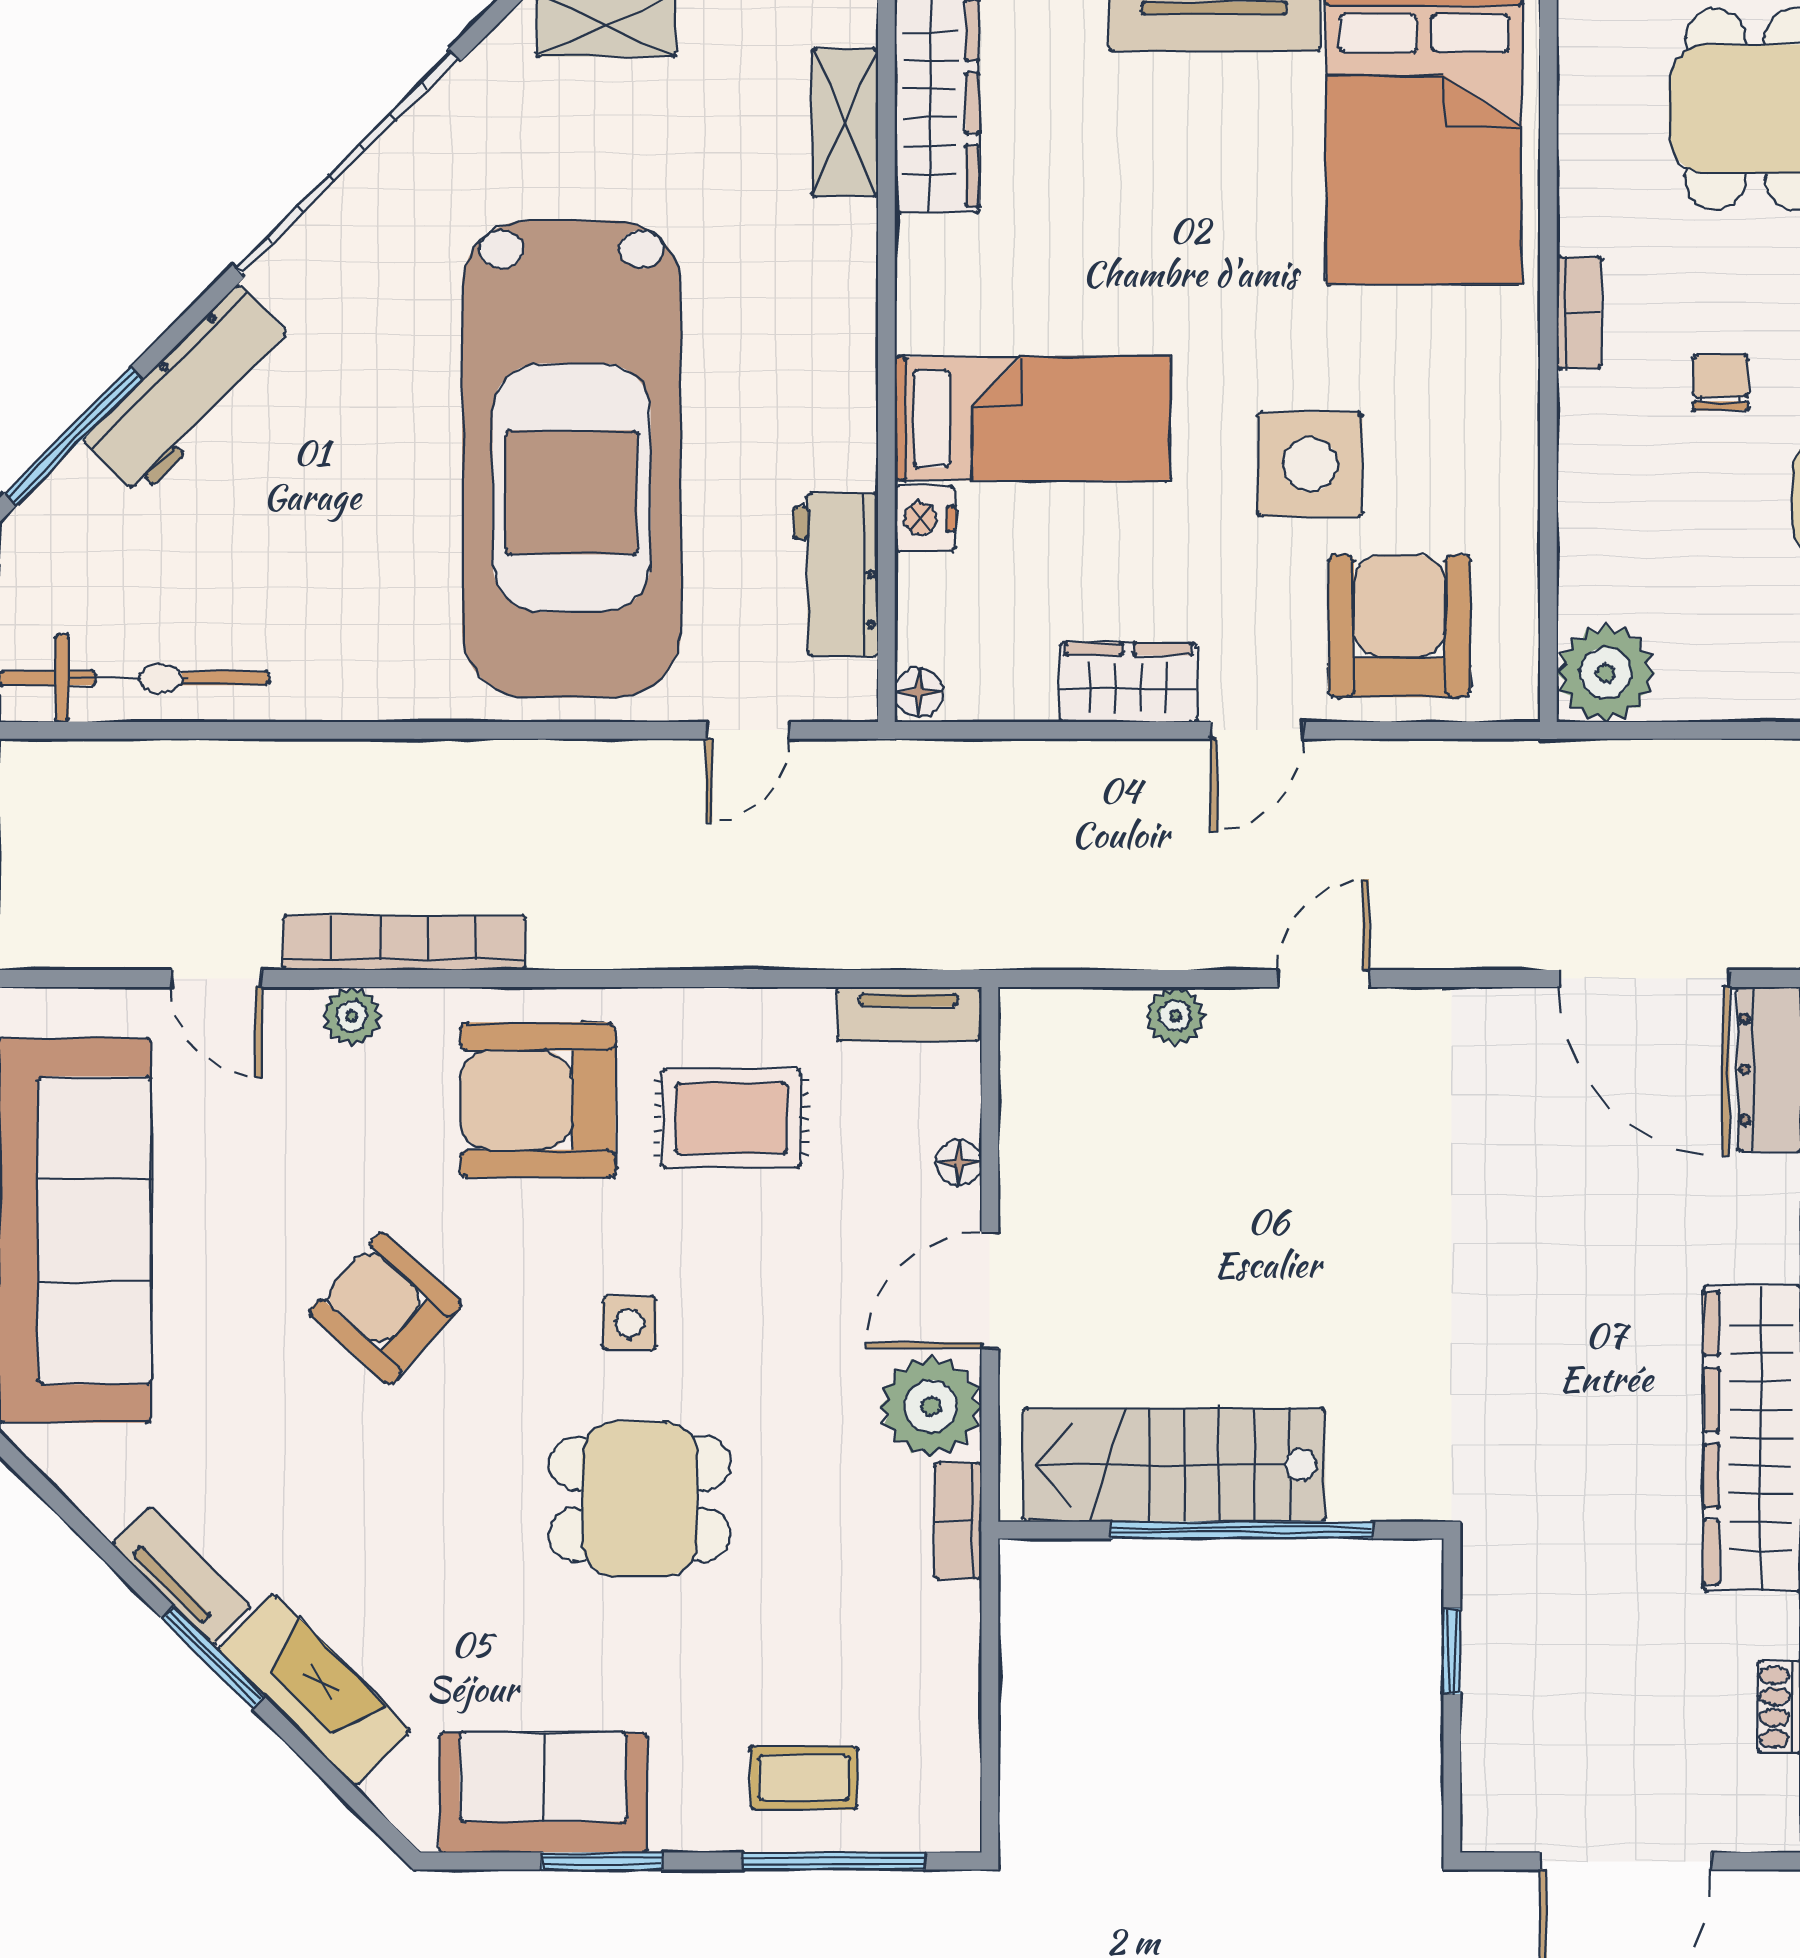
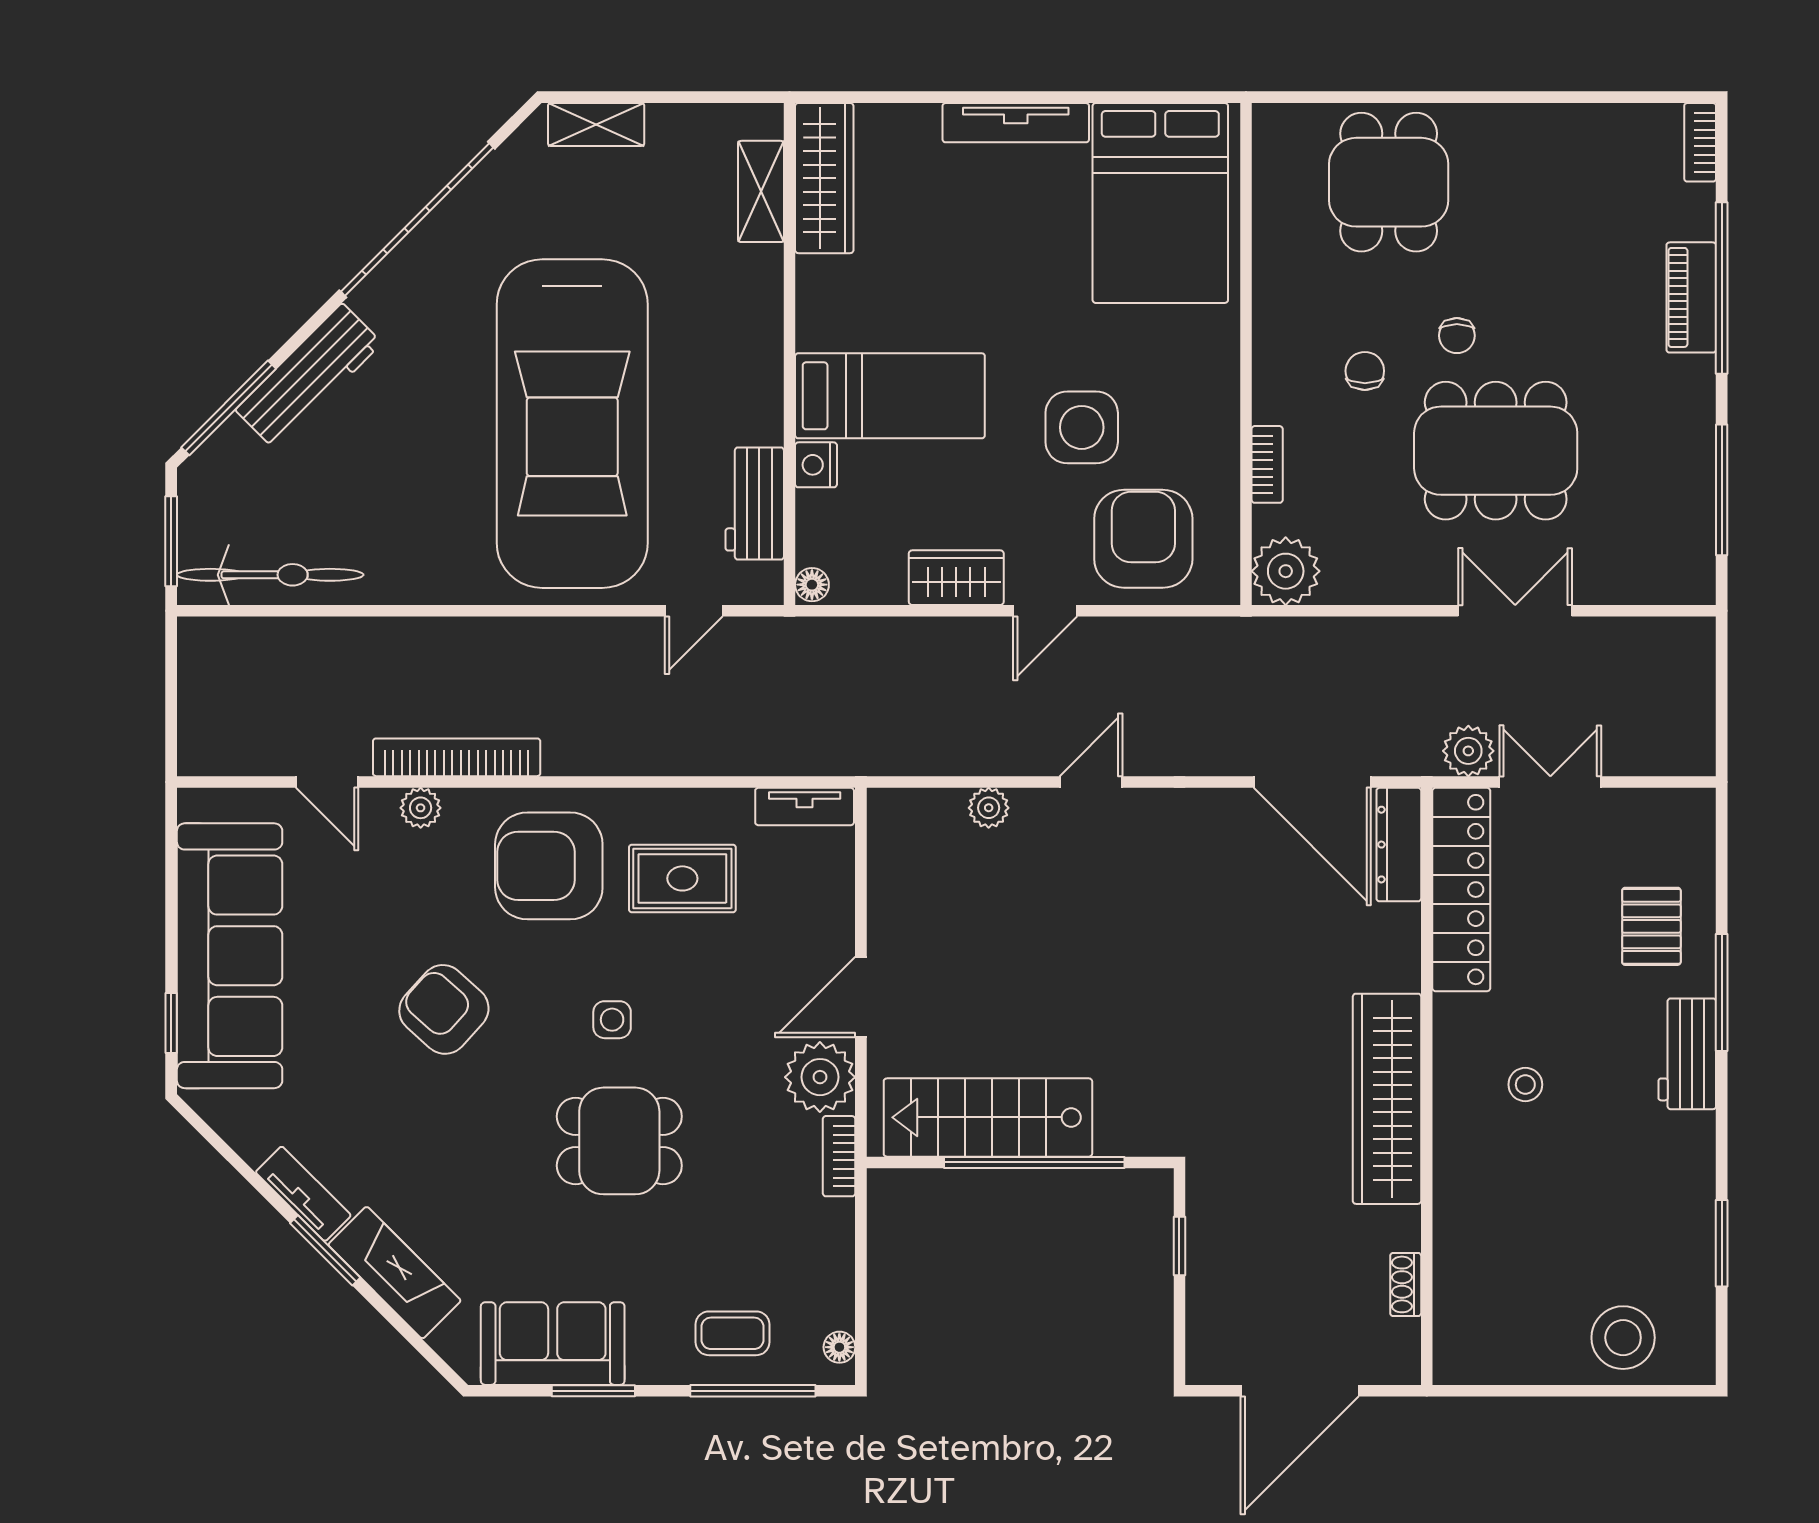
bookcase: (1579, 313) -> (1267, 464), moved
floor lamp: (959, 1163) -> (839, 1347), moved

